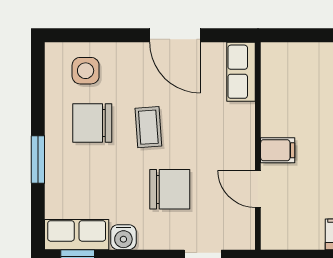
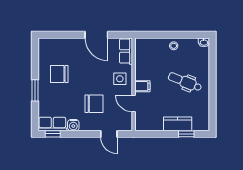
side table: (86, 71) -> (120, 79), moved
coffee table: (148, 127) -> (84, 76), removed

